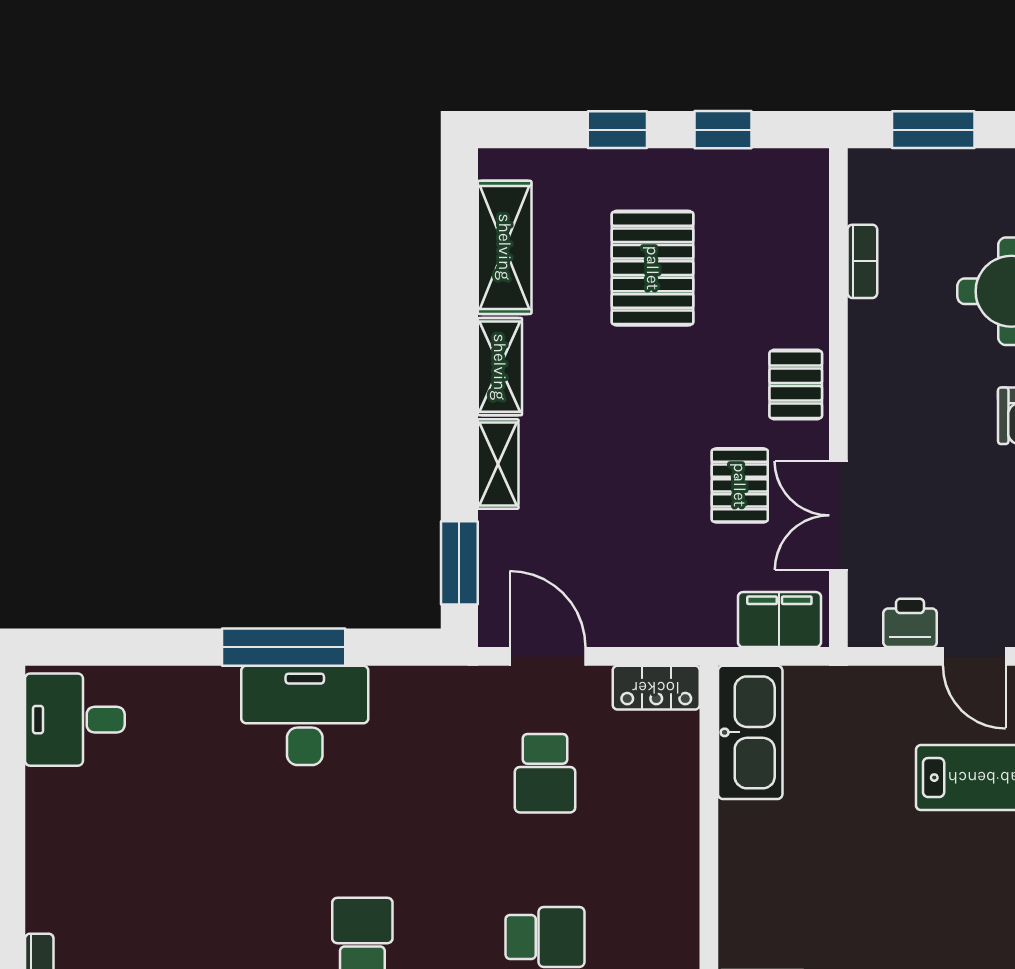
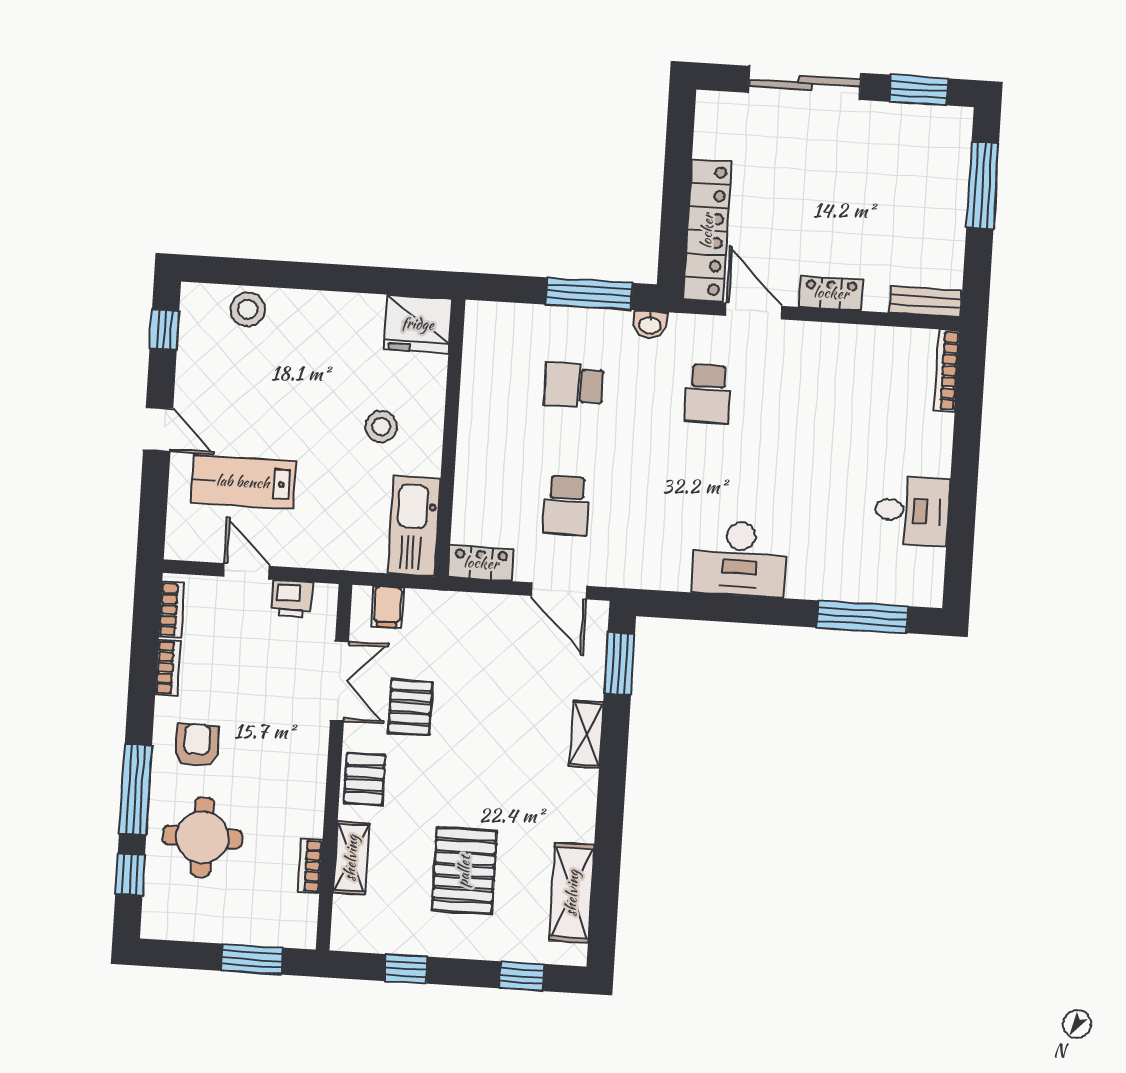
window: (617, 130) -> (522, 976), moved
shelving: (500, 367) -> (351, 858), moved
filing cabinet: (779, 620) -> (387, 607), width x0.50
window: (284, 647) -> (862, 617), moved
desk: (75, 720) -> (912, 511), moved
school desk: (545, 773) -> (566, 505), turned 180
stool: (803, 865) -> (381, 427), added

